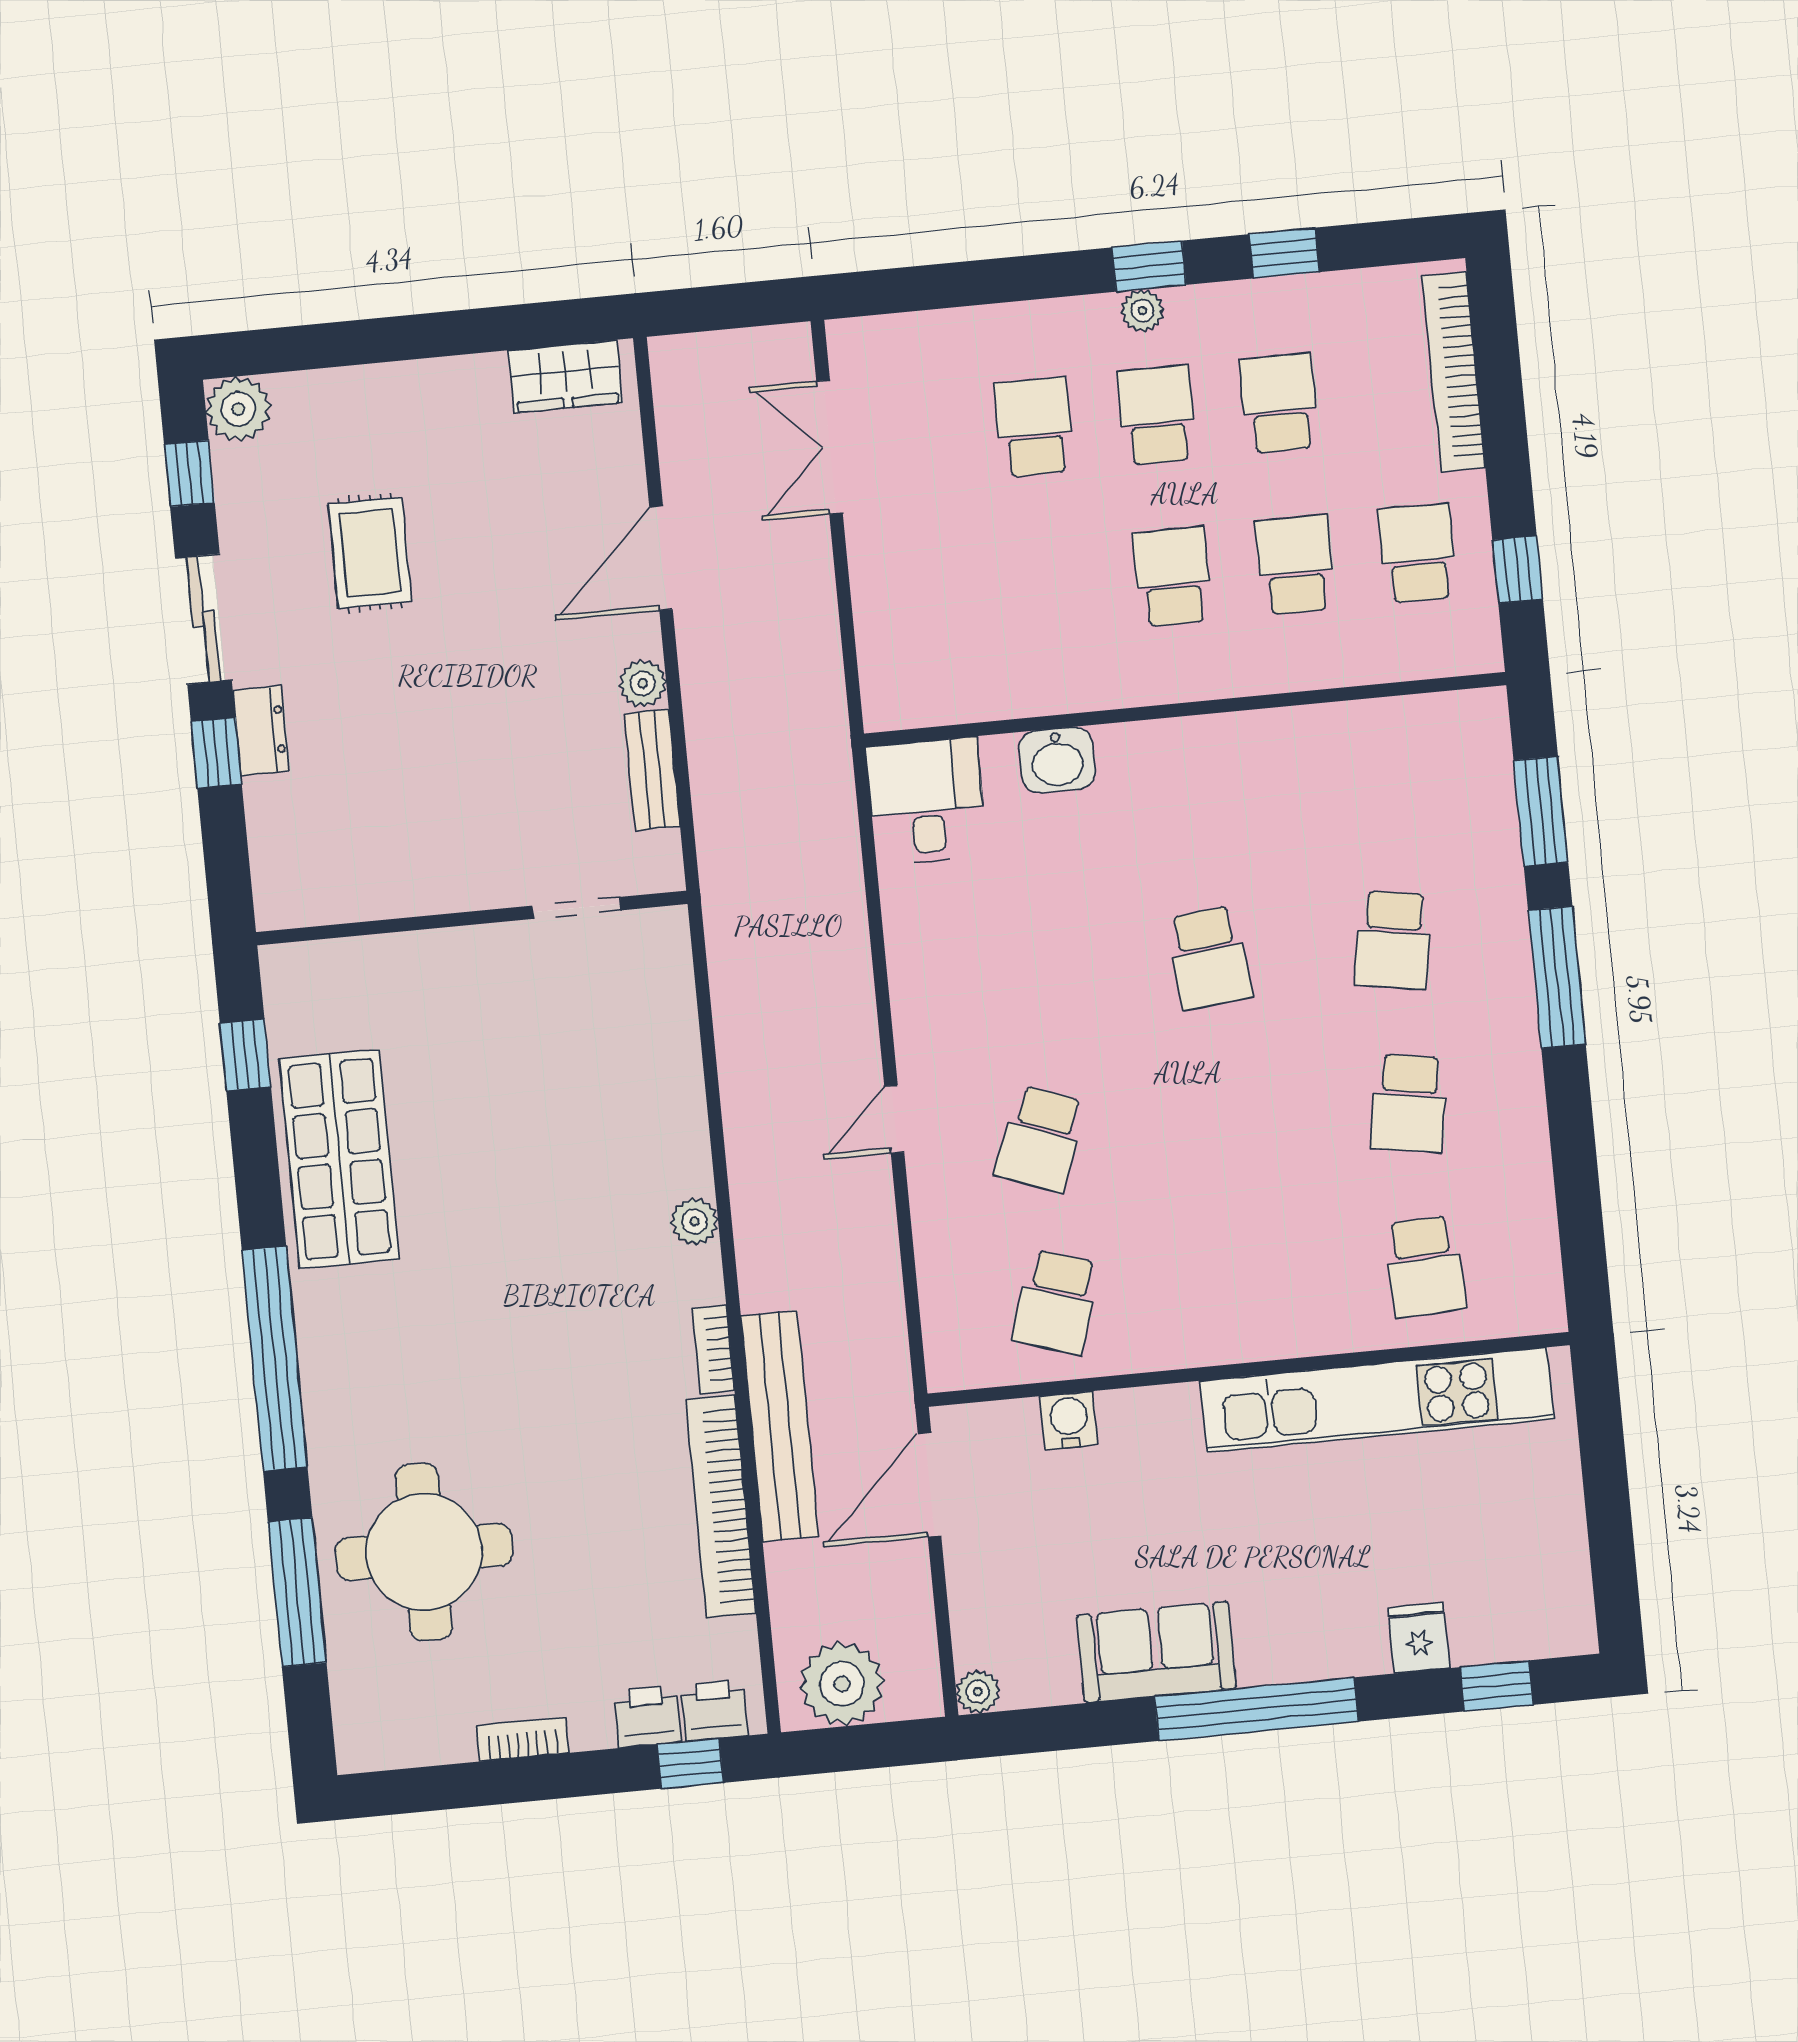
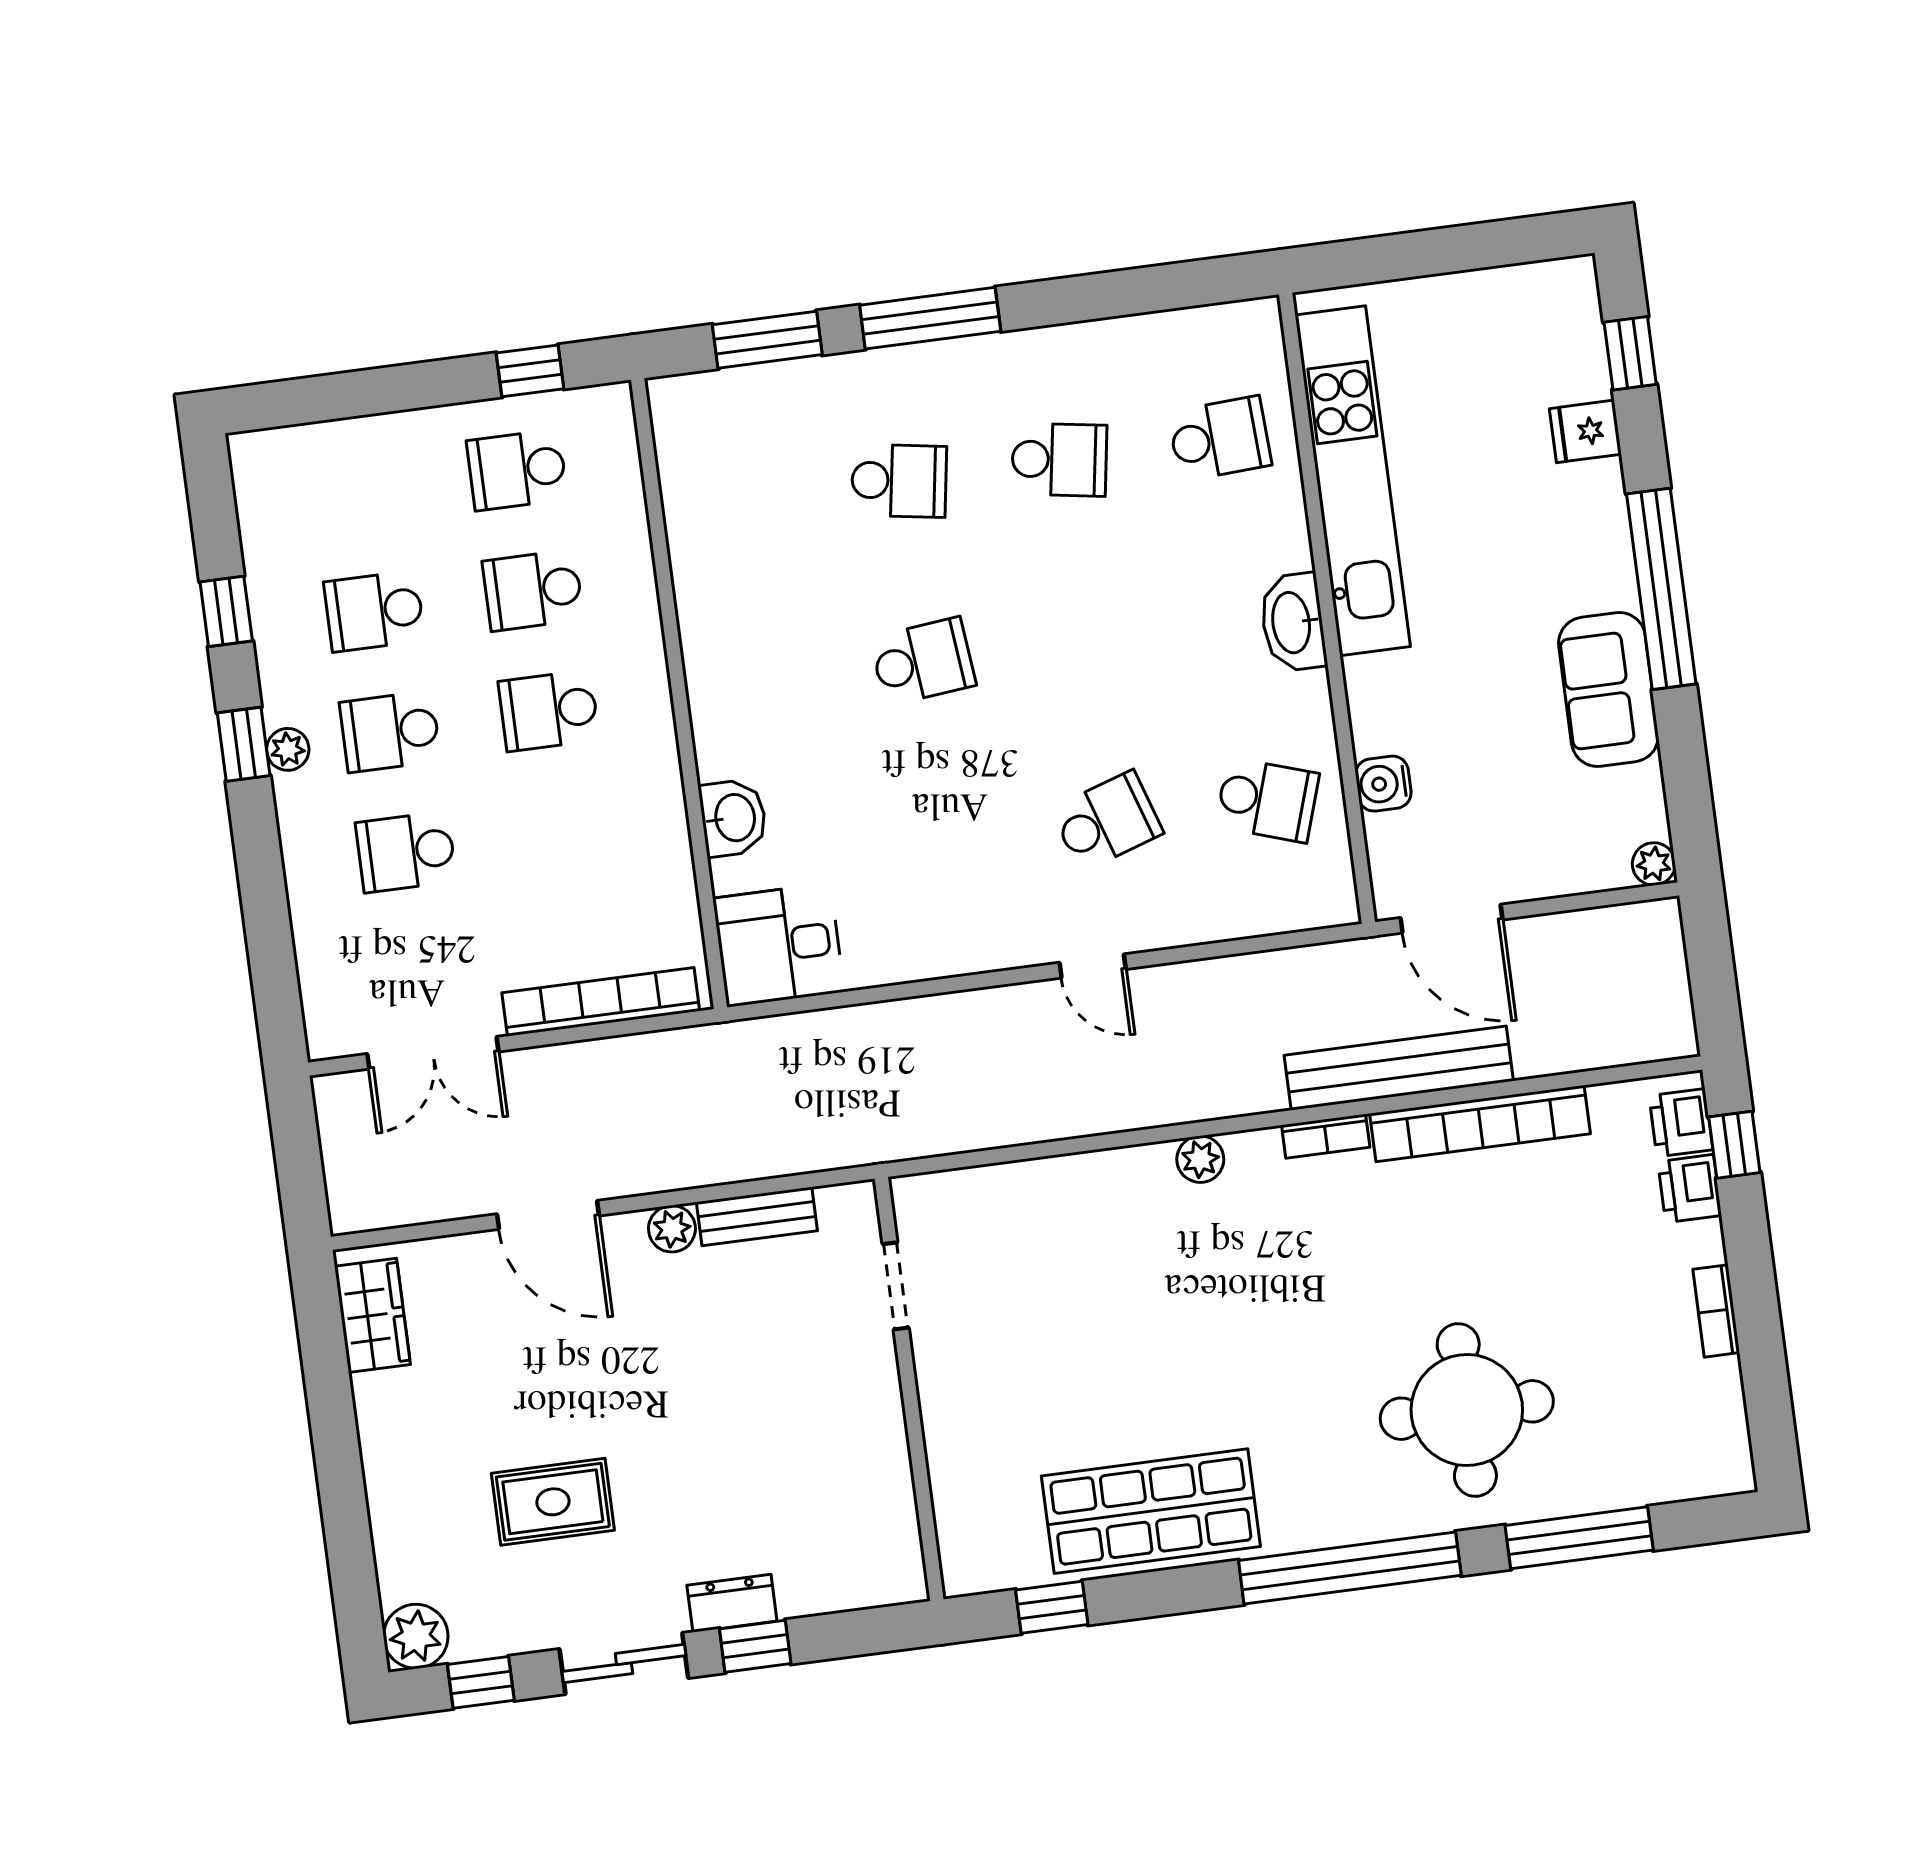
bookcase: (1454, 372) -> (601, 1002), moved, turned 180
school desk: (1041, 1139) -> (1107, 821), turned -39
washbasin: (1236, 1334) -> (1293, 622), added
round table: (424, 1552) -> (1467, 1410), moved
plant: (842, 1684) -> (1651, 998), removed

